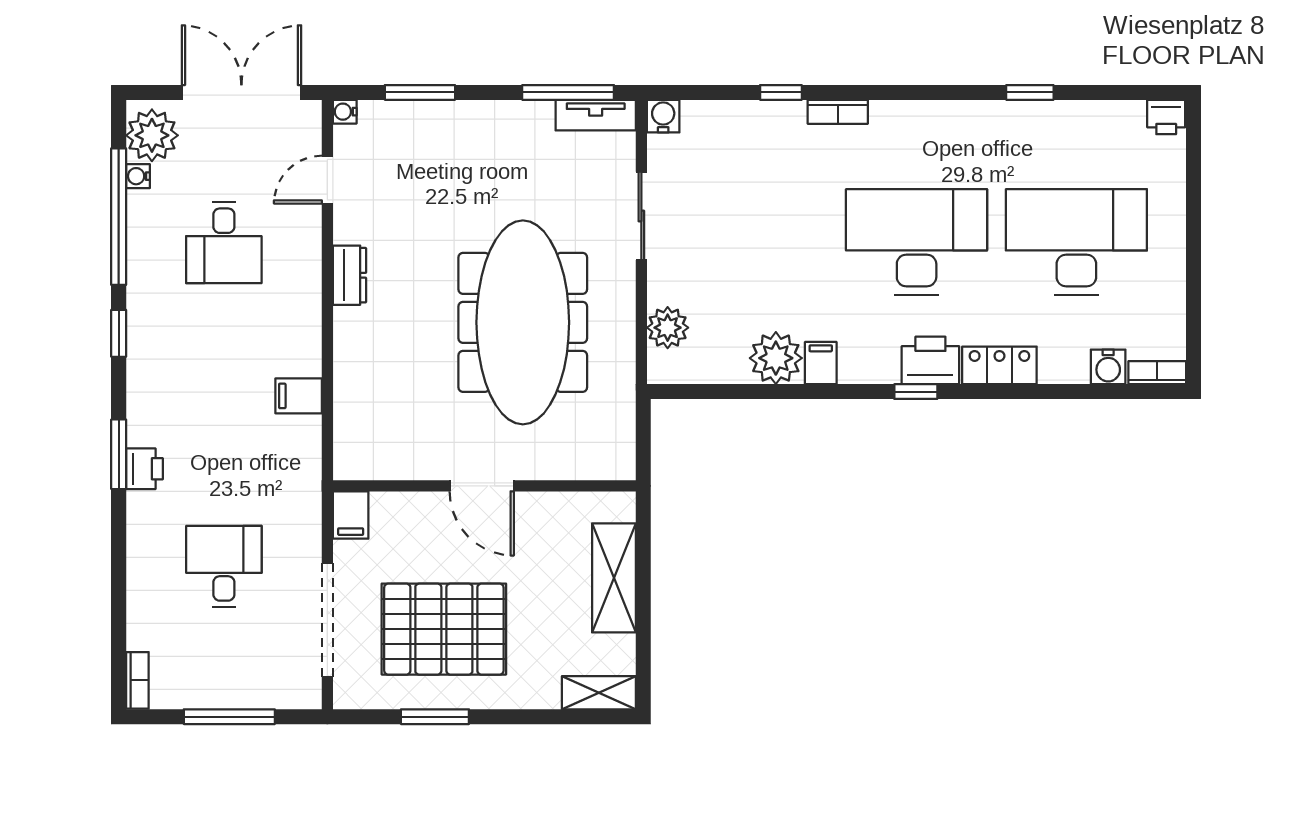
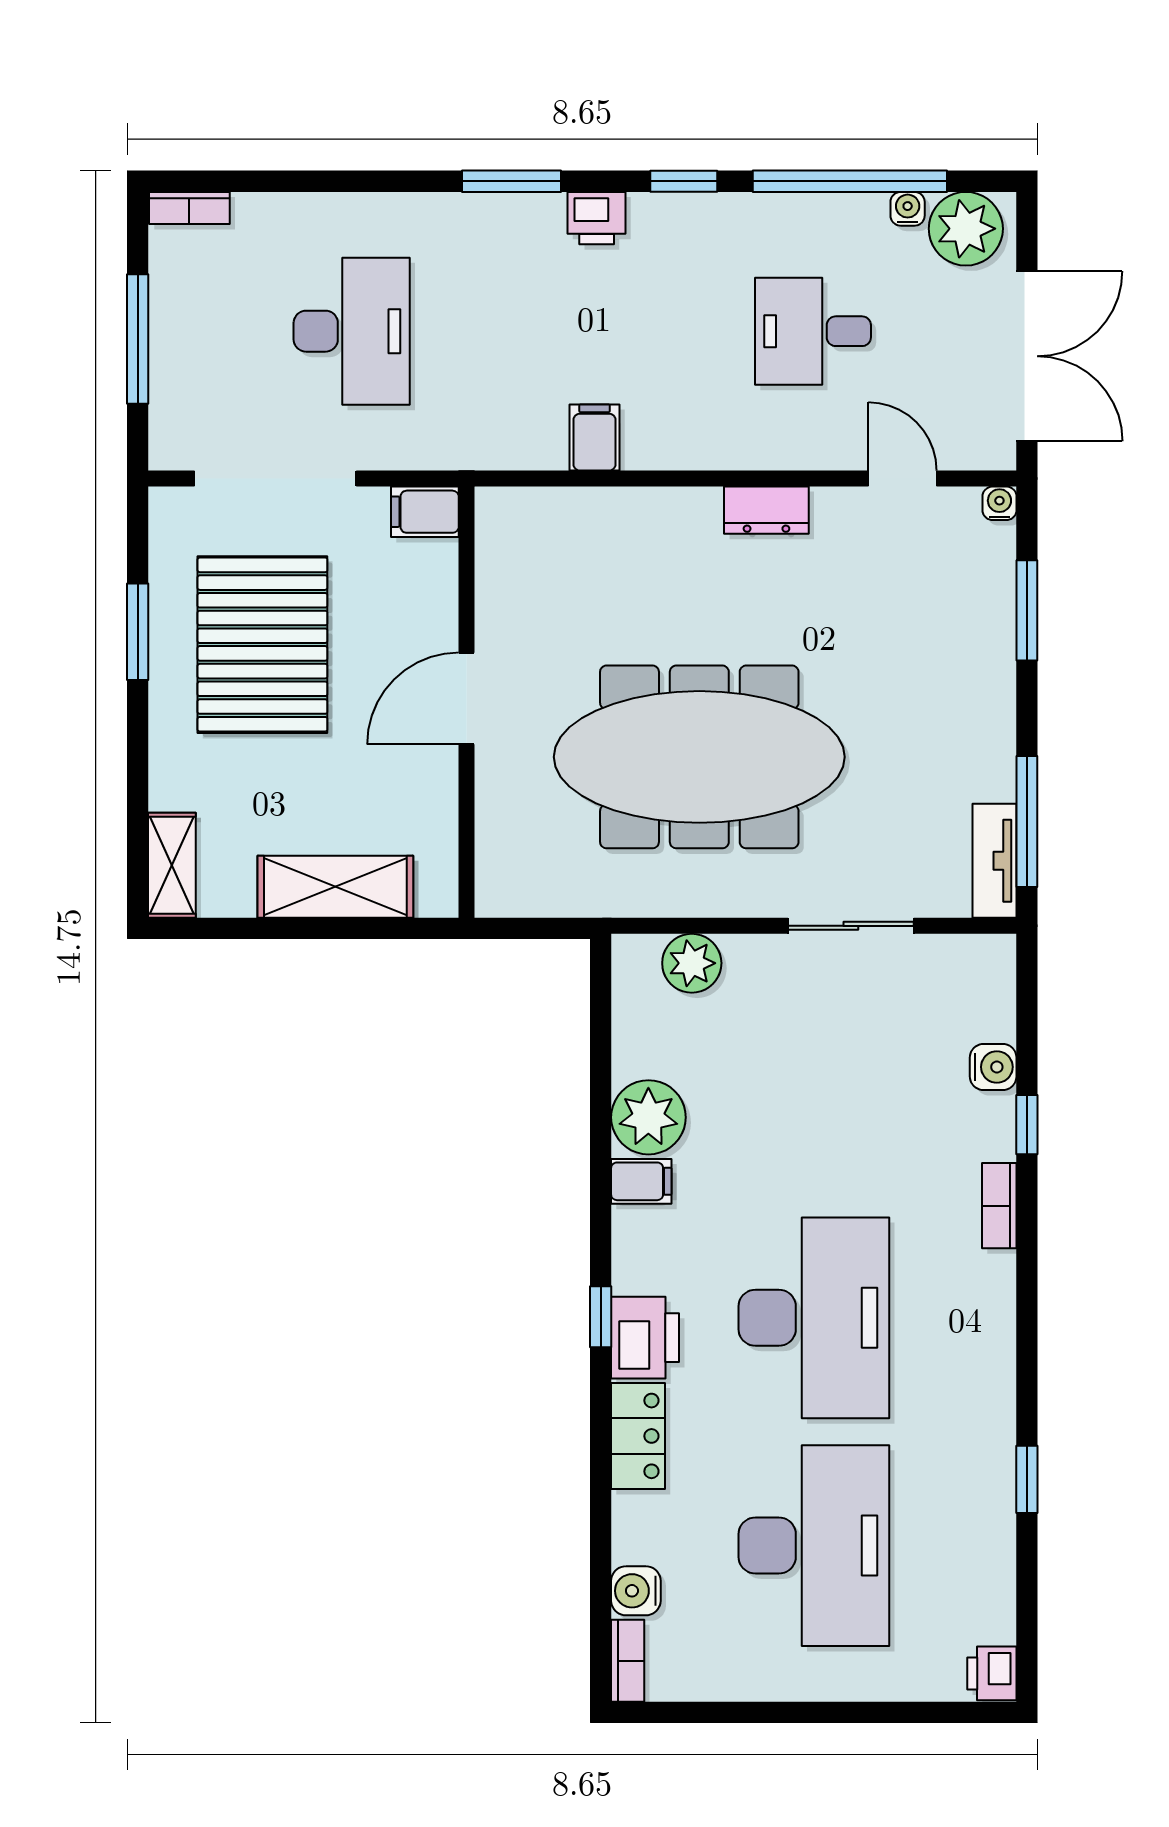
water cooler: (663, 116) -> (993, 1067), moved
printer: (144, 469) -> (597, 218), moved
desk: (224, 566) -> (352, 331), width x1.37

